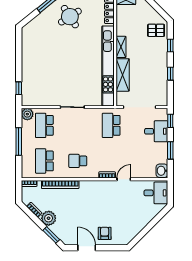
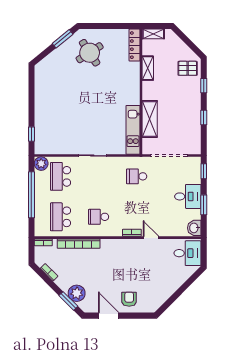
shelving: (121, 47) -> (148, 68), moved
kitchen unit: (108, 66) -> (133, 130), width x0.54
school desk: (111, 125) -> (137, 176), width x0.54
desk: (156, 131) -> (188, 196), moved
window: (19, 142) -> (31, 195), width x1.46
door: (124, 179) -> (151, 238), hinge flipped
plant: (49, 218) -> (77, 293), moved

